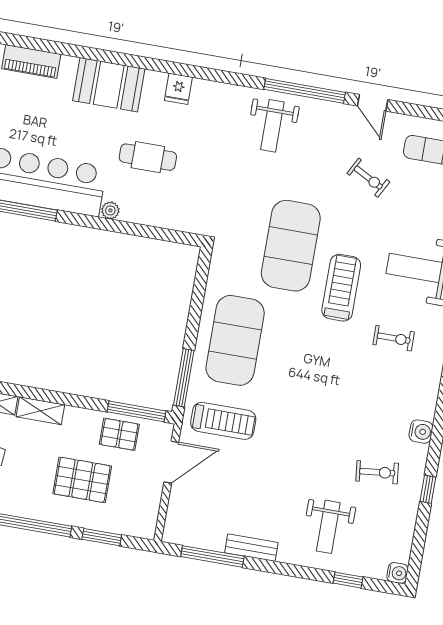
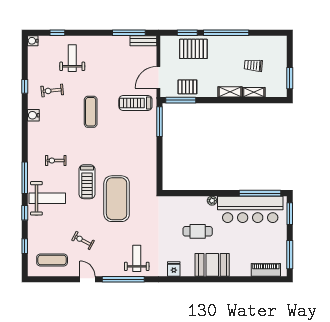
booth: (109, 85) -> (212, 265), moved
fridge: (178, 89) -> (174, 269), moved
exercise mat: (235, 340) -> (91, 112), moved, width x0.50, depth x0.69
pallet: (82, 480) -> (193, 49), moved
bench: (251, 548) -> (143, 41), moved

